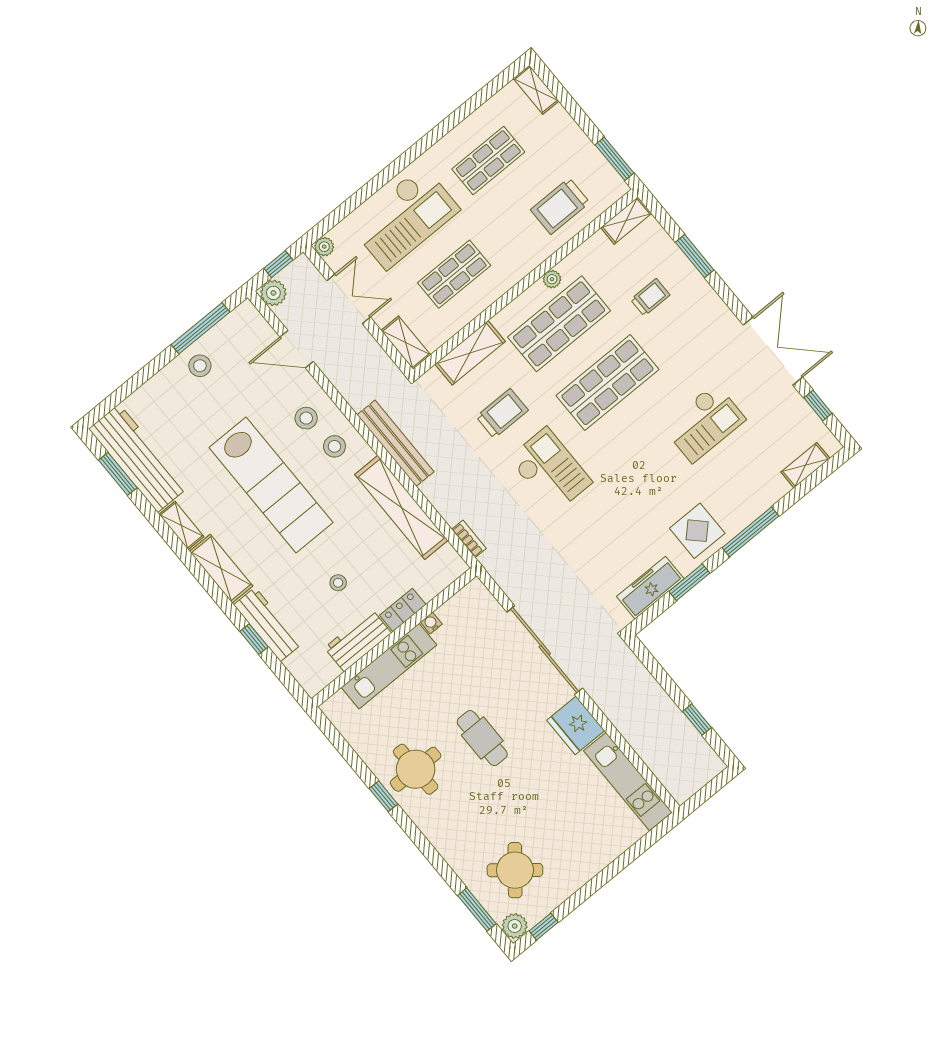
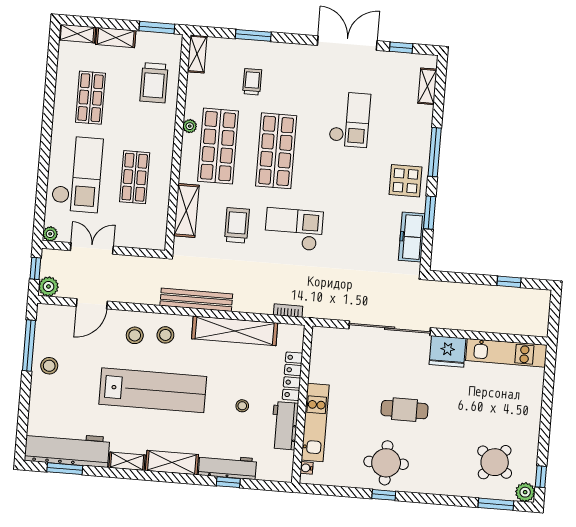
shelving: (406, 343) -> (116, 37), moved
locker: (403, 610) -> (292, 376), width x1.53
water cooler: (431, 623) -> (307, 468), moved

